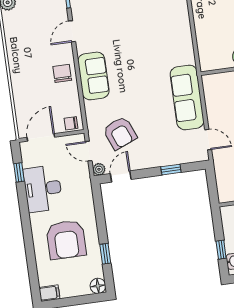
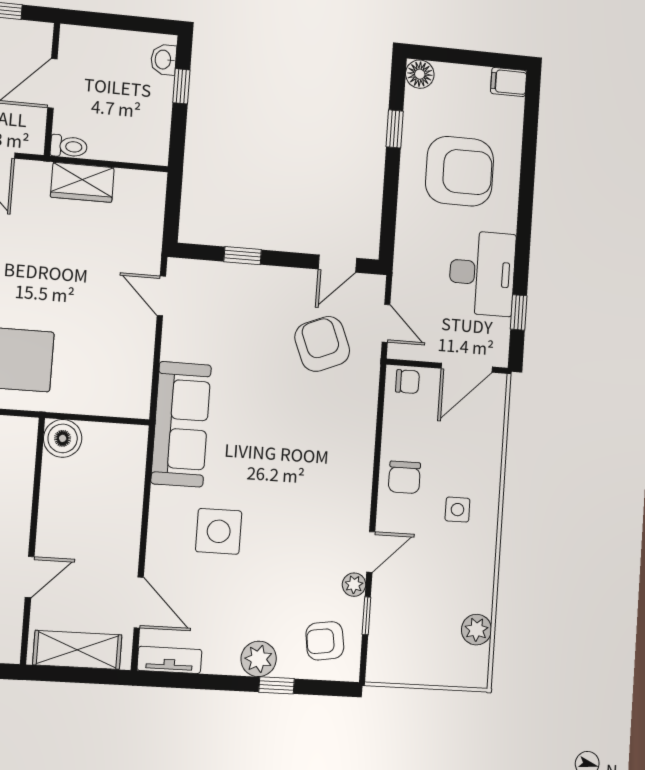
side table: (153, 26) -> (219, 531), added
side table: (31, 62) -> (457, 510), added
sofa: (93, 76) -> (349, 460), removed
sofa: (187, 97) -> (181, 424), moved
plant: (99, 169) -> (354, 585), moved
armchair: (66, 240) -> (460, 171), turned 90

